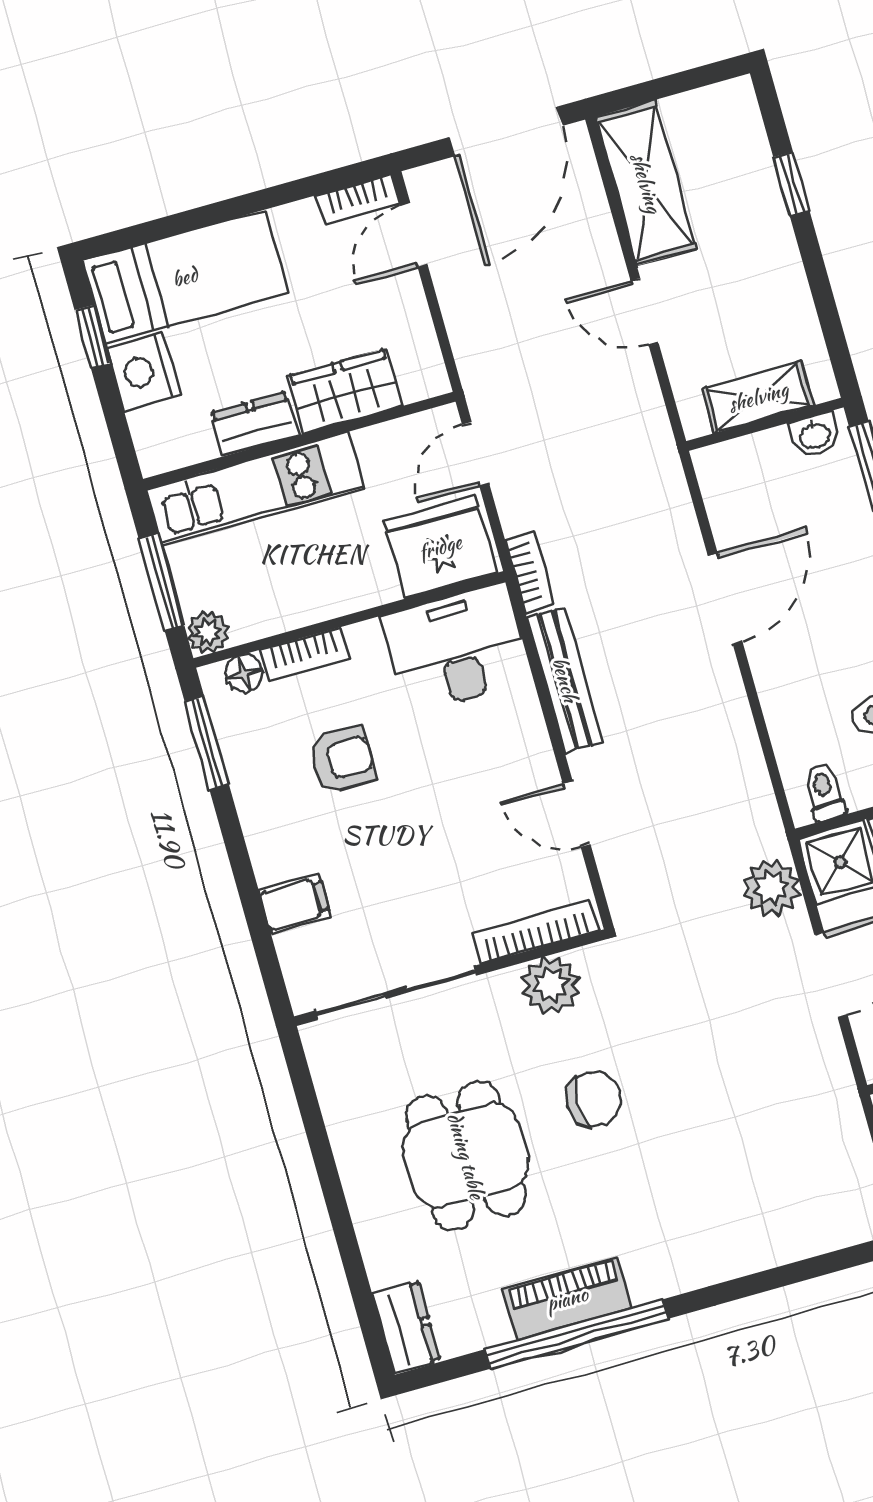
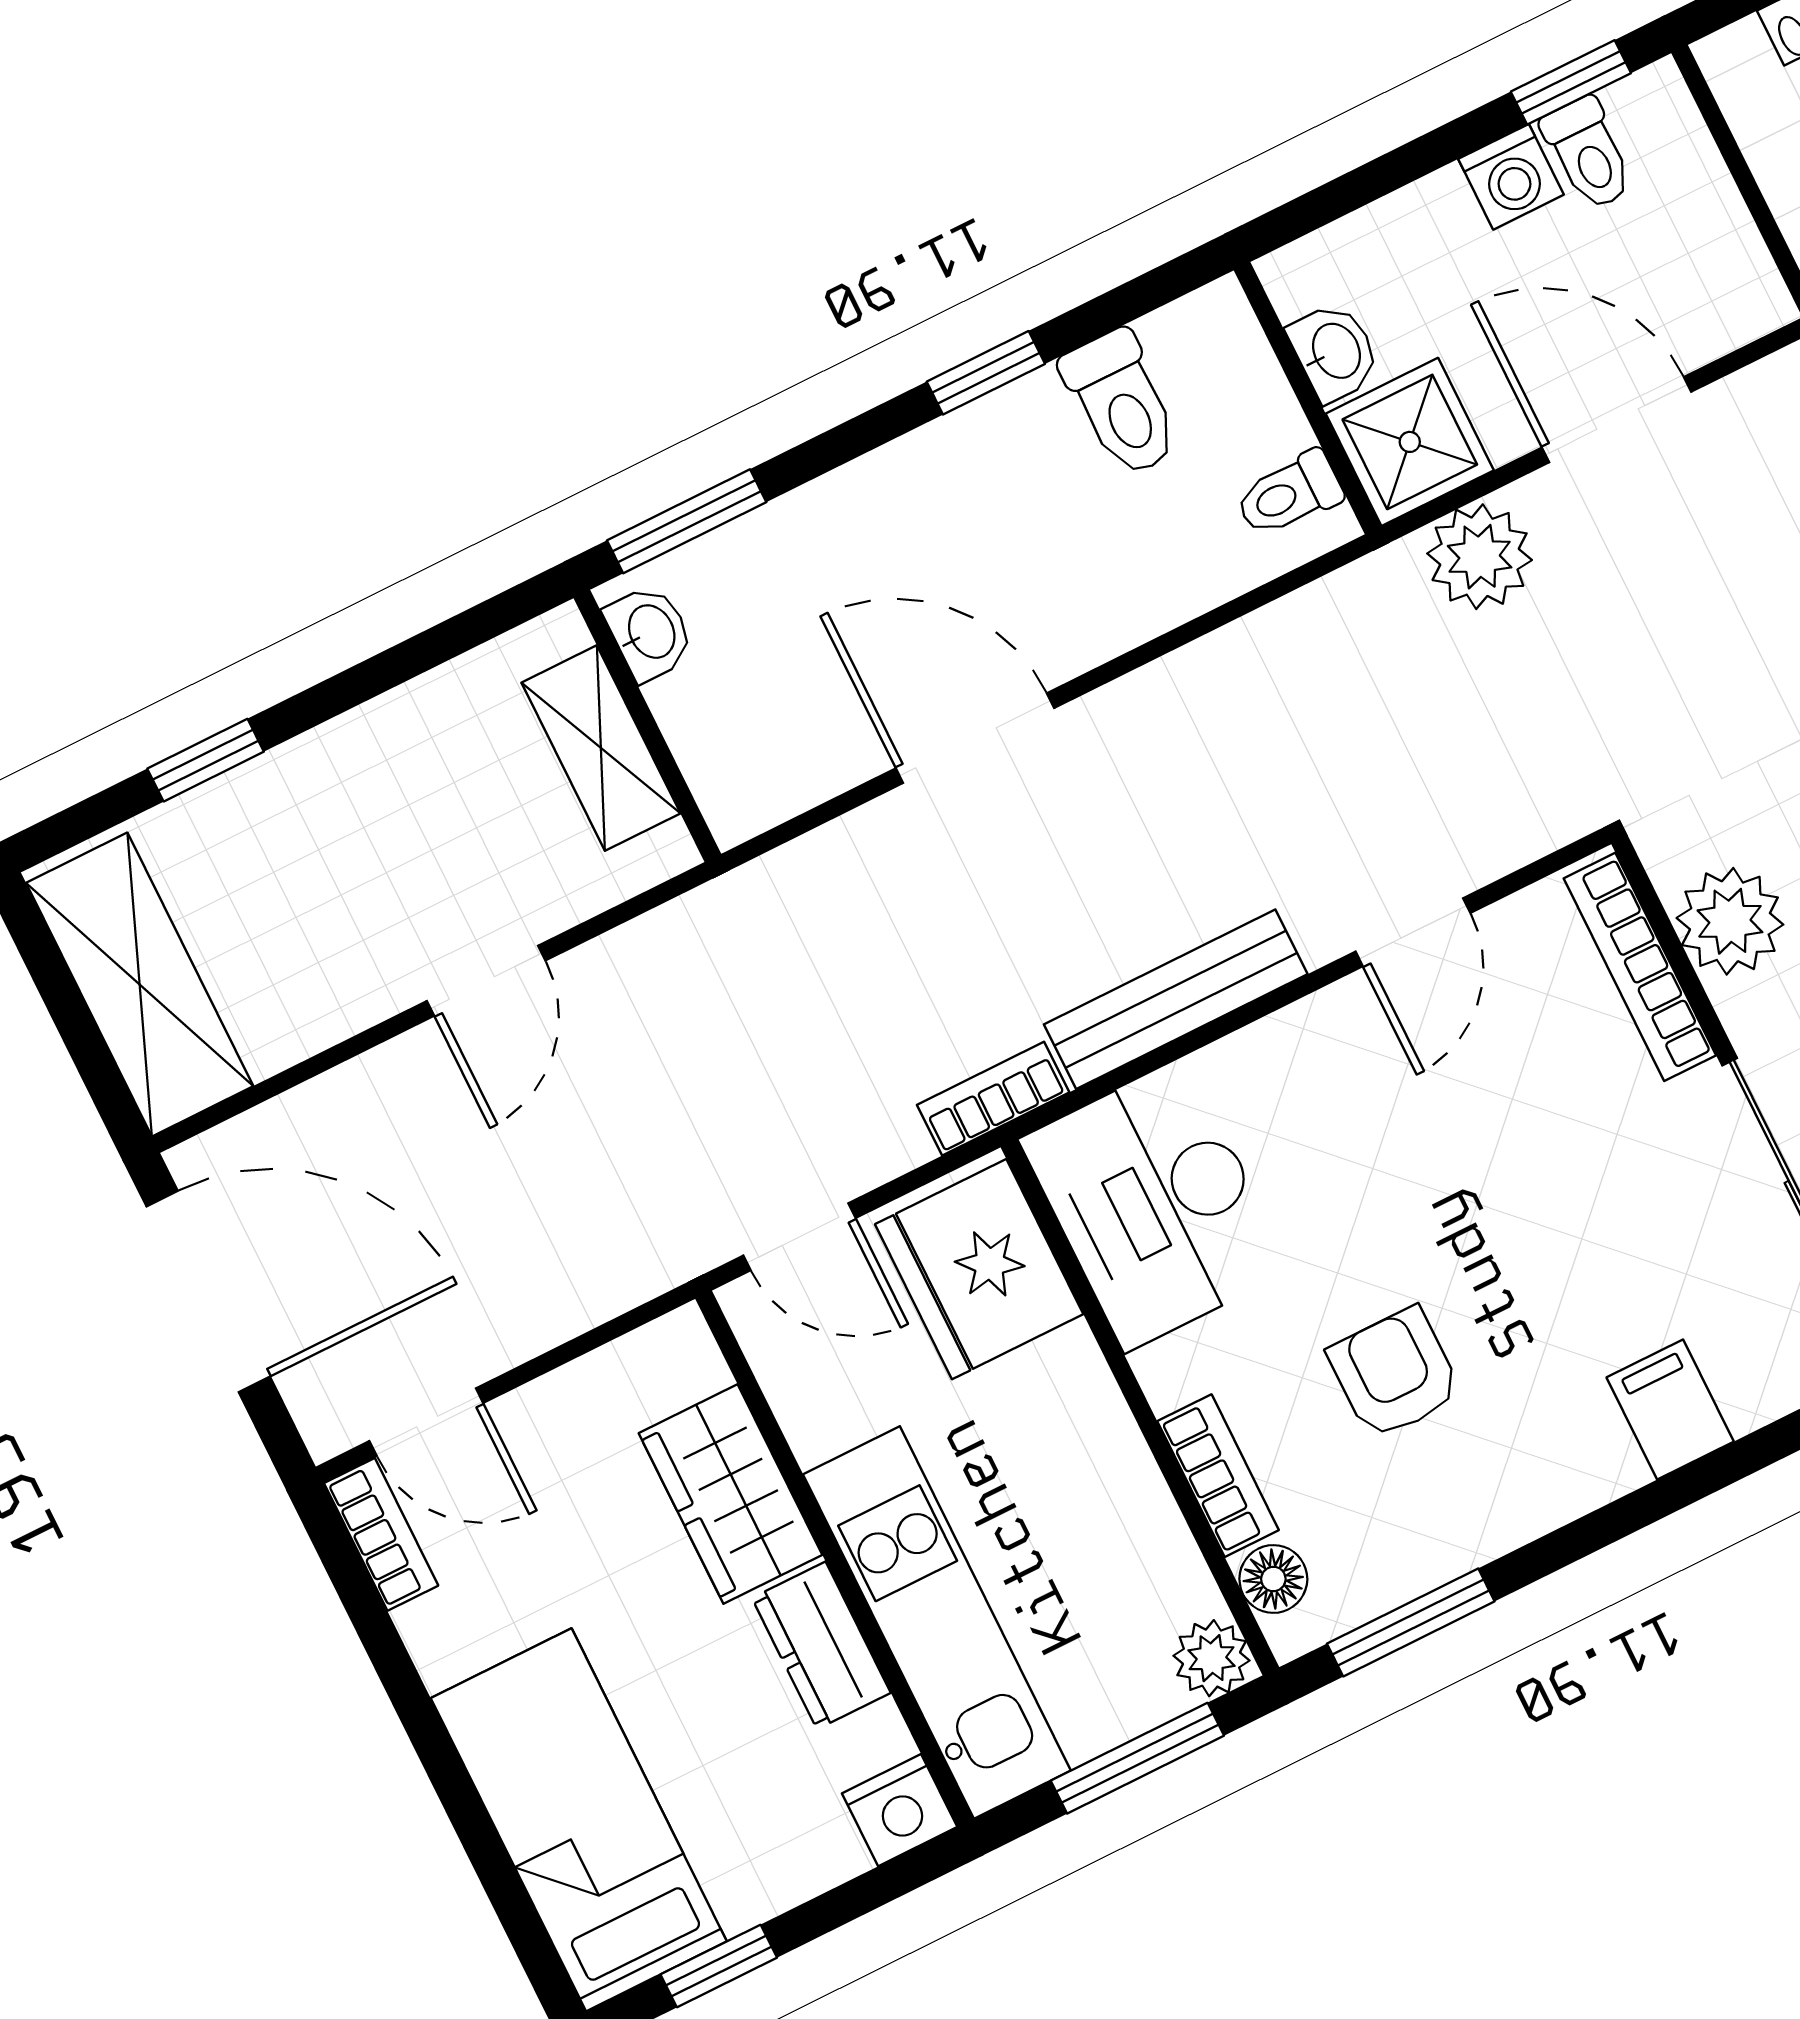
shelving: (646, 183) -> (140, 984), moved, turned 90
nightstand: (143, 371) -> (900, 1810), moved, width x0.74, depth x0.75

